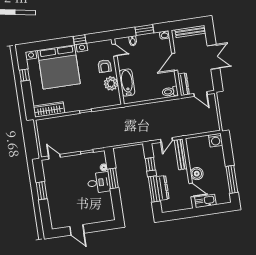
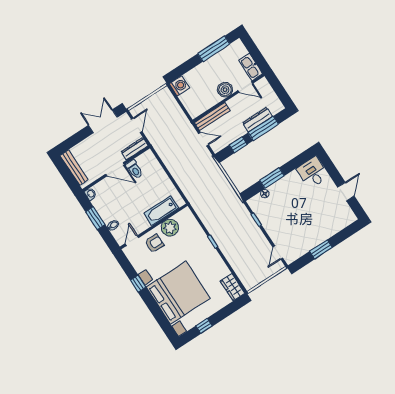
double door: (213, 57) -> (103, 121), moved
toilet: (170, 92) -> (134, 169), moved
wardrobe: (49, 109) -> (233, 287), width x0.67
desk: (99, 183) -> (313, 173), moved
door: (192, 190) -> (245, 87), swing flipped

